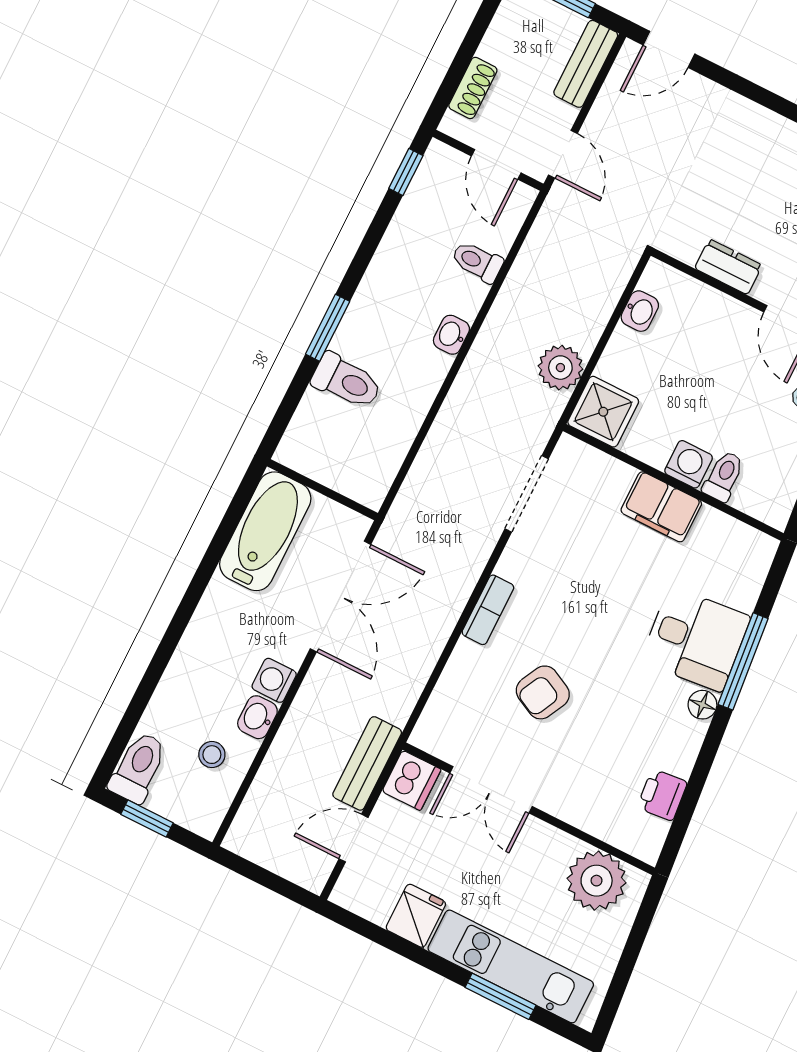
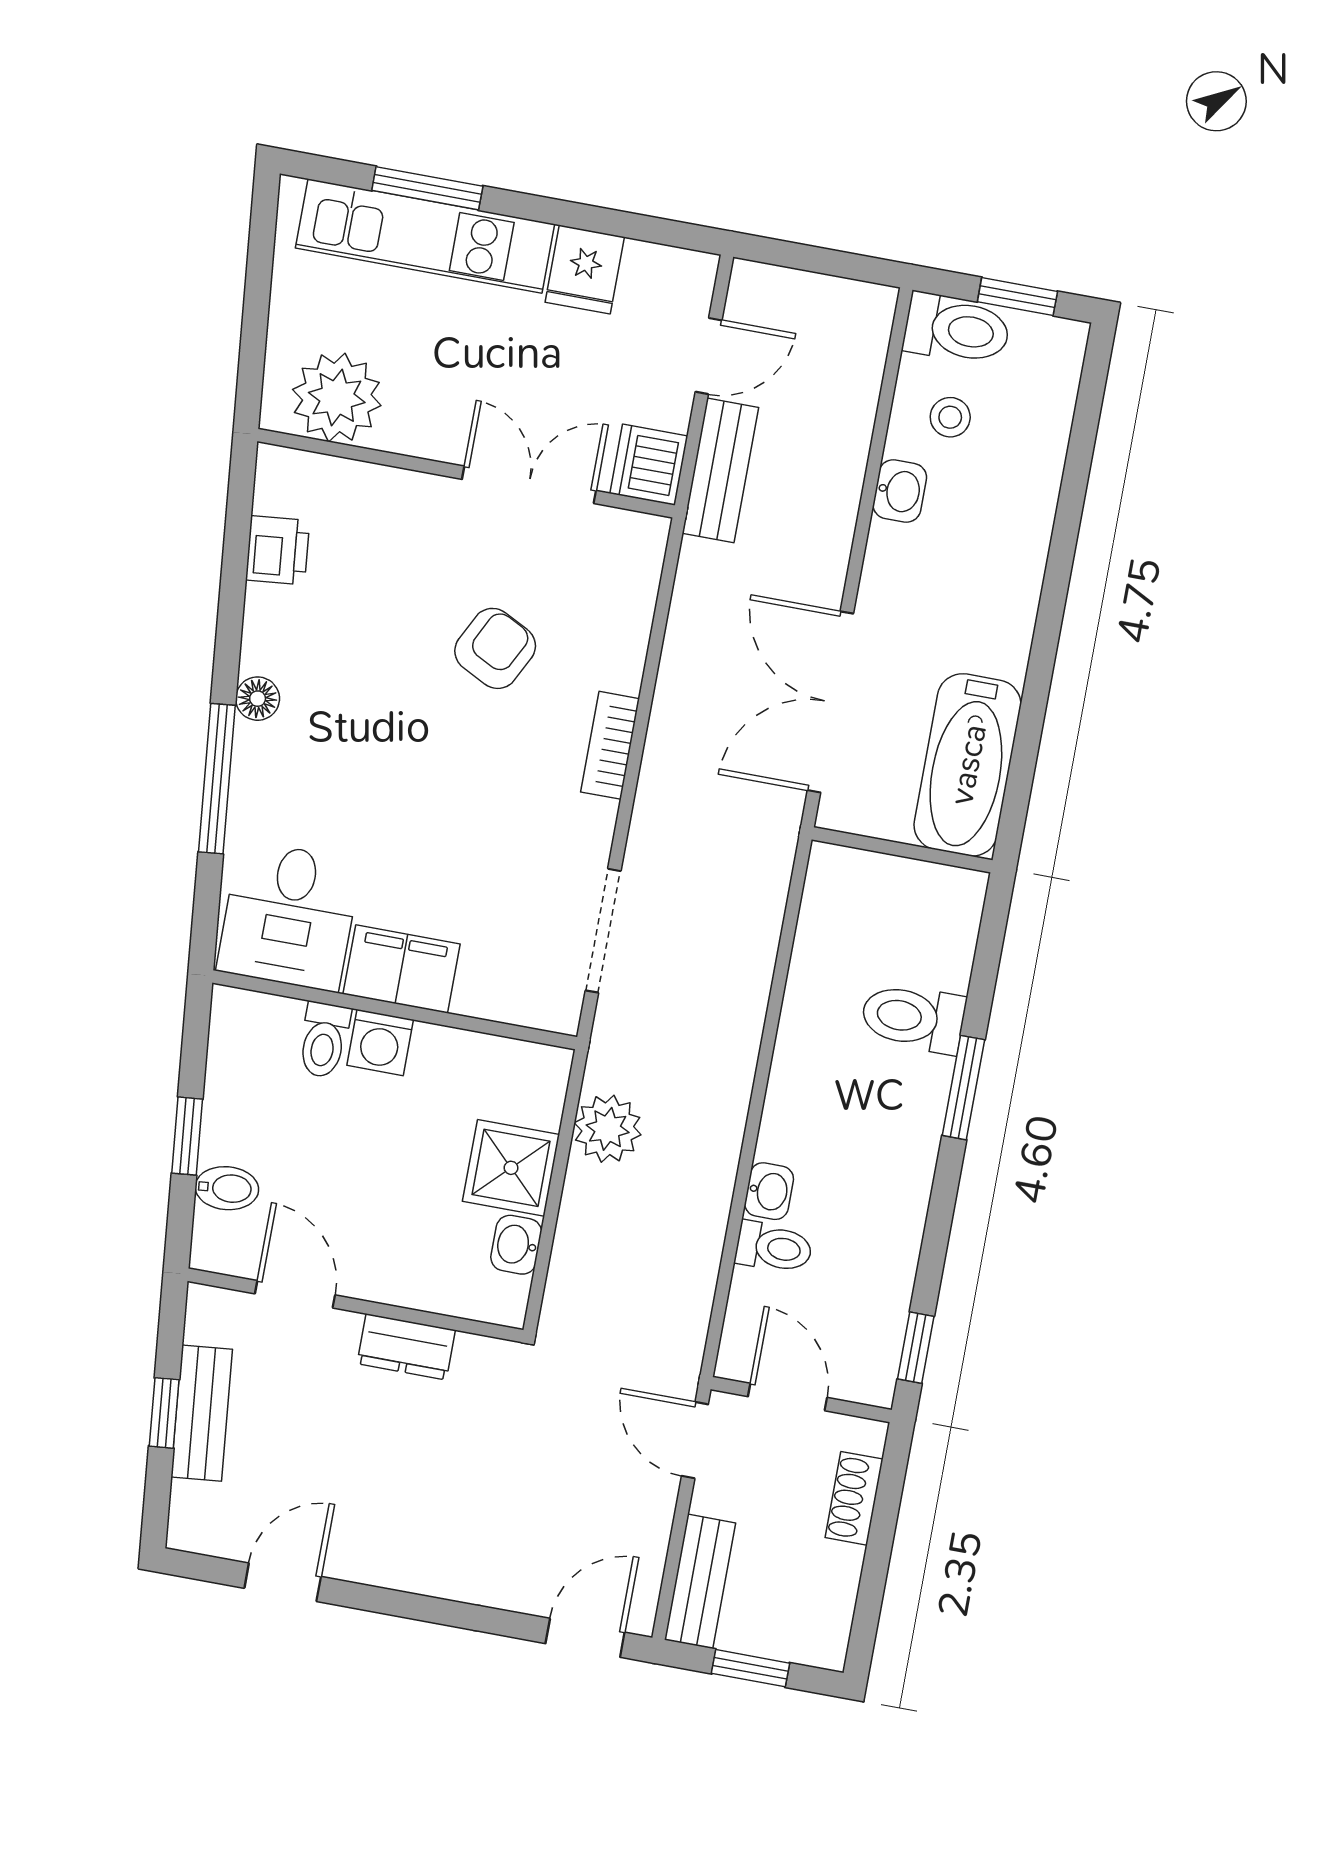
washbasin: (451, 335) -> (769, 1191), moved
shower: (603, 412) -> (511, 1168), moved
desk: (695, 639) -> (289, 916), moved, turned -84
washing machine: (274, 680) -> (891, 552), removed
toilet: (138, 768) -> (957, 329), moved, turned -90

